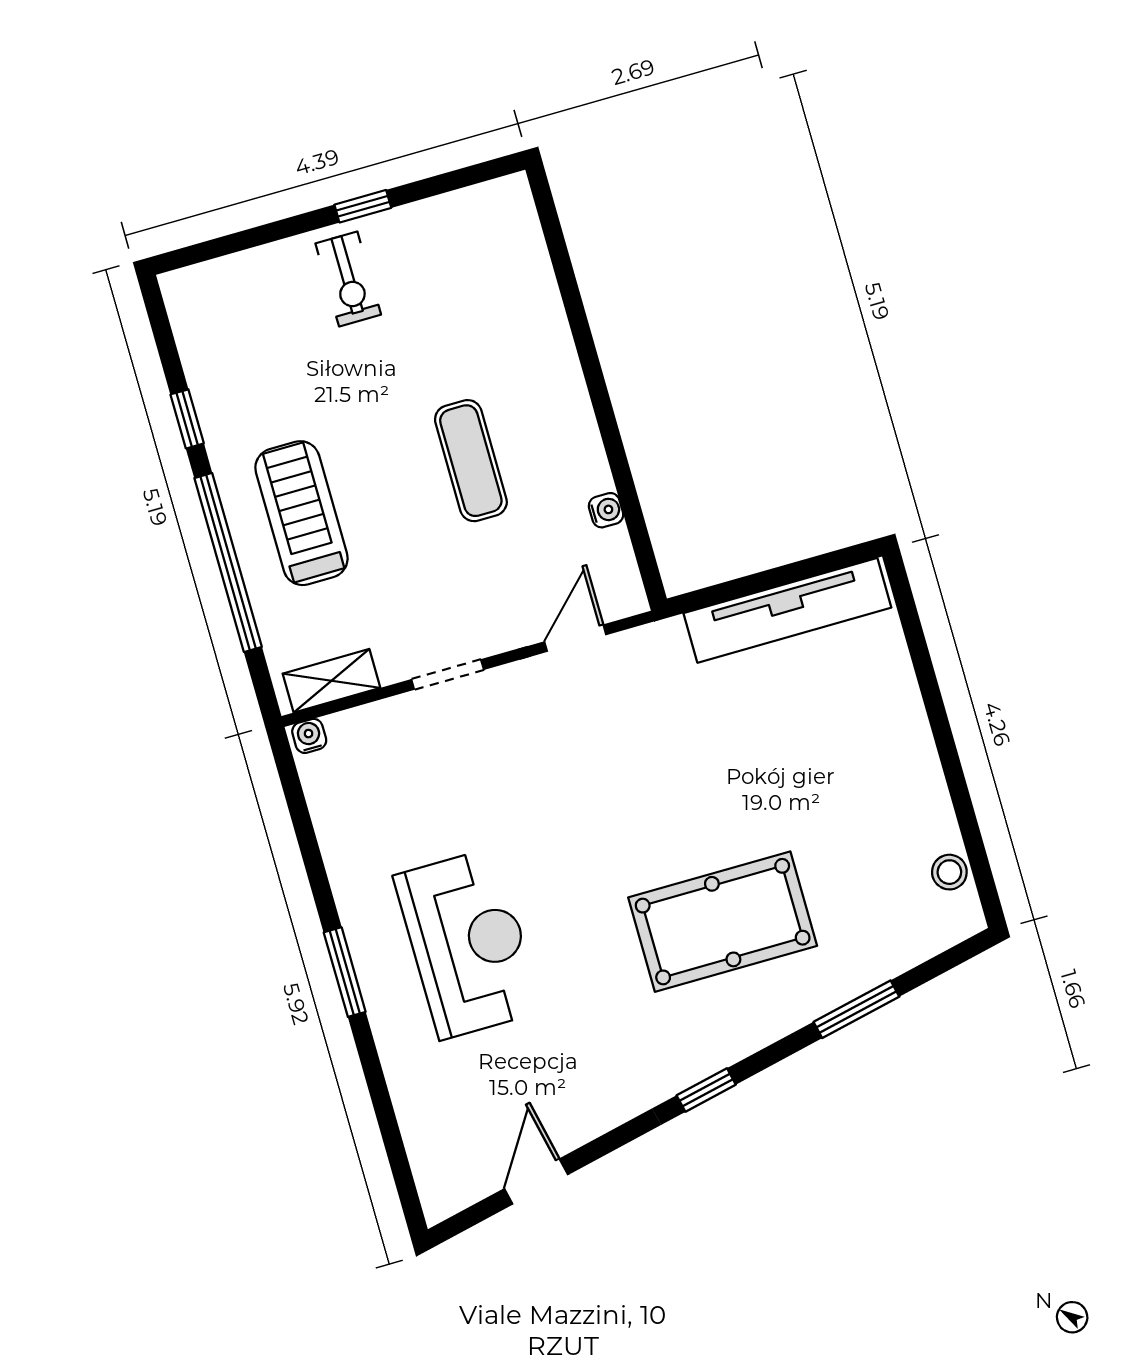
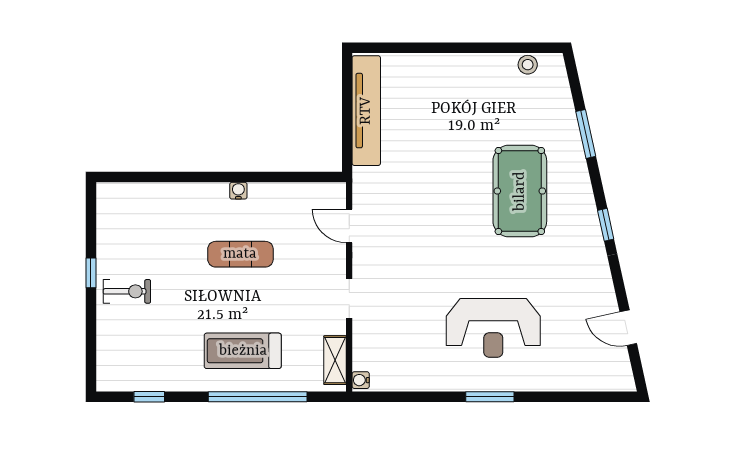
window: (187, 419) -> (149, 397), moved
water cooler: (606, 510) -> (238, 191), moved
reception desk: (468, 944) -> (493, 328), turned 180

